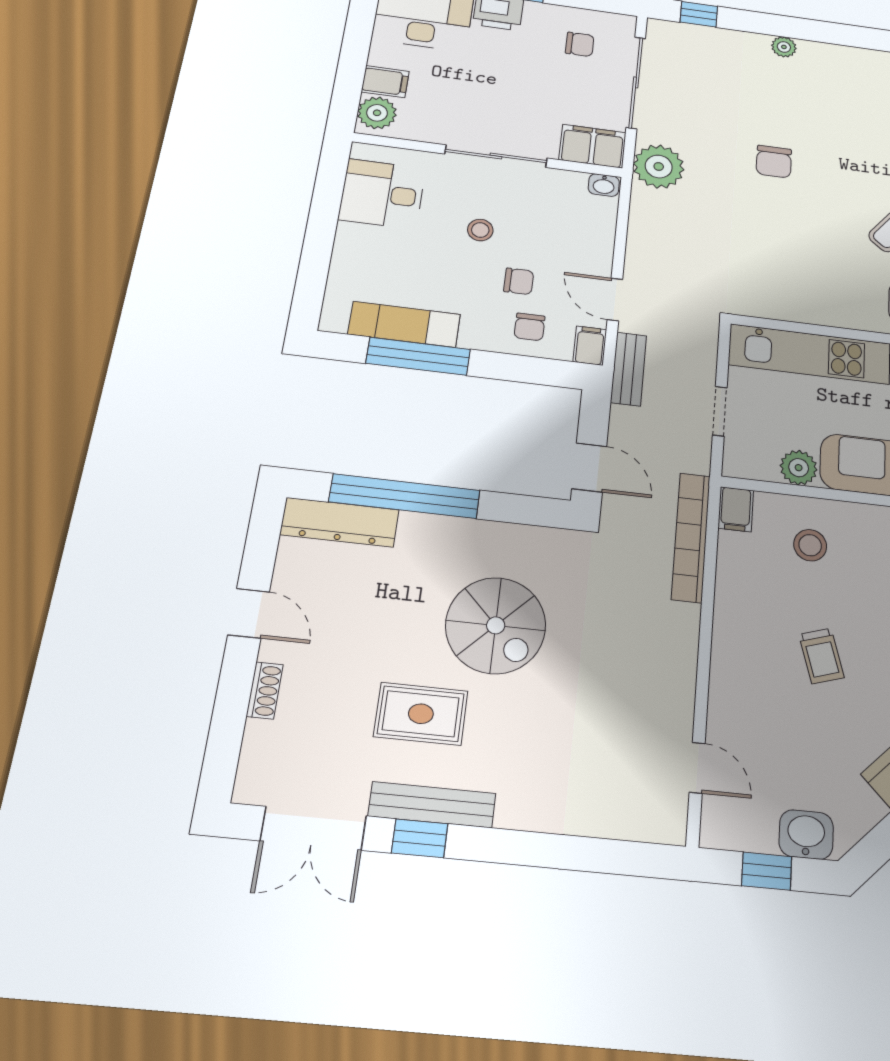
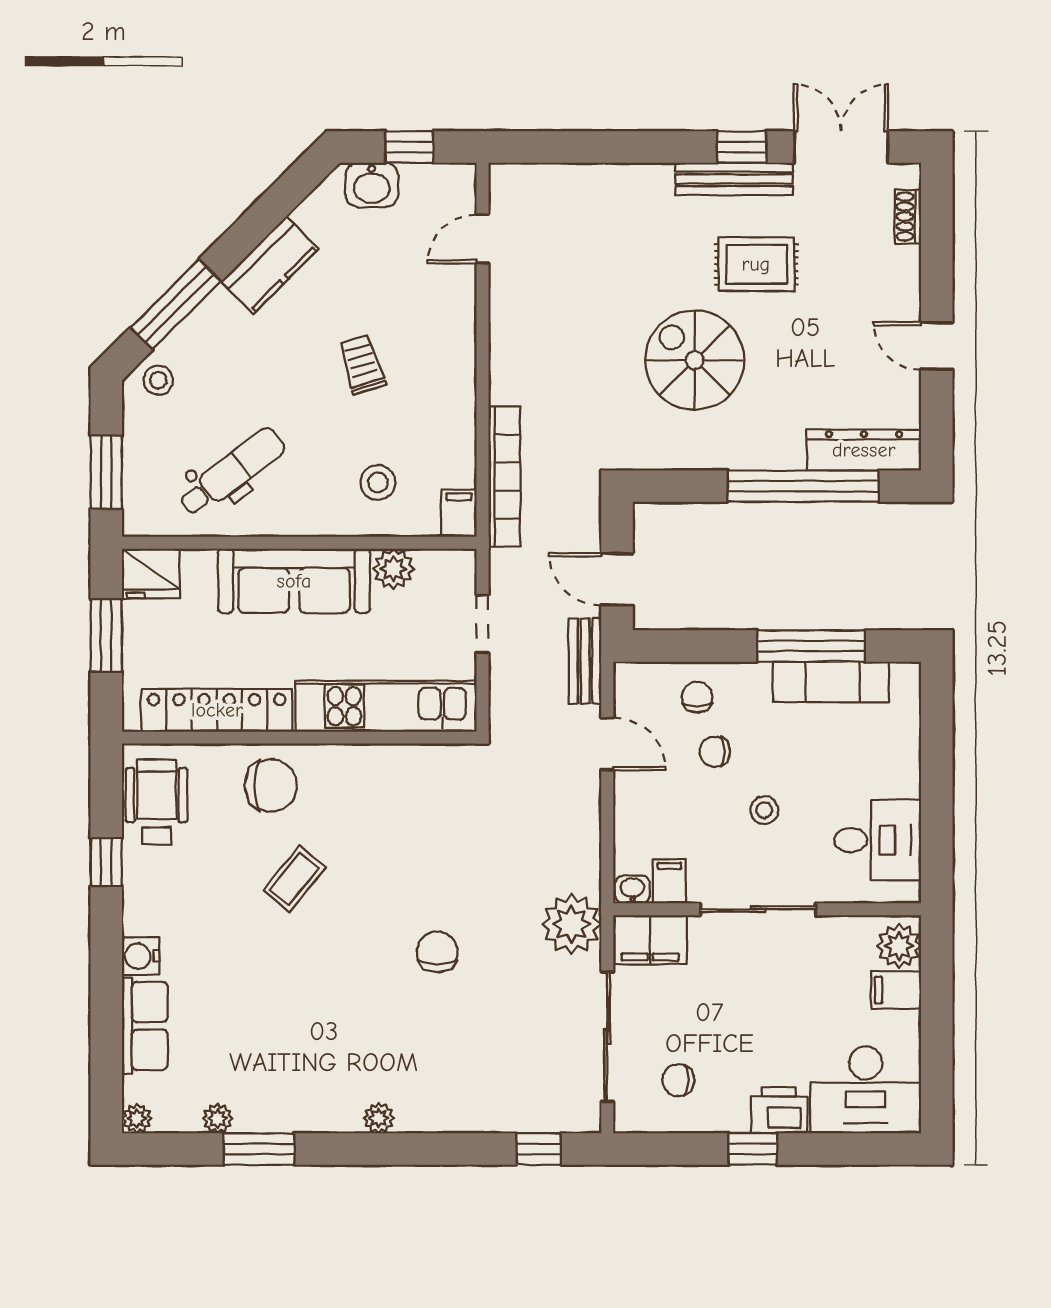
plant: (784, 47) -> (379, 1118), moved
filing cabinet: (590, 346) -> (669, 881), moved, turned 180
door: (589, 467) -> (617, 579), moved
shoe rack: (265, 690) -> (908, 217), moved
door: (697, 768) -> (482, 239), hinge flipped

